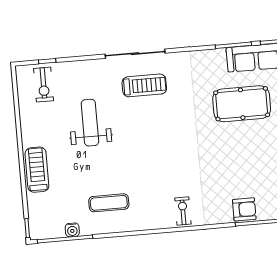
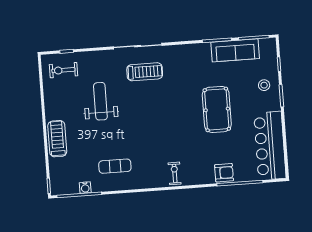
exercise bike: (44, 85) -> (63, 70), turned 90
pool table: (242, 104) -> (217, 109), moved, turned 90

